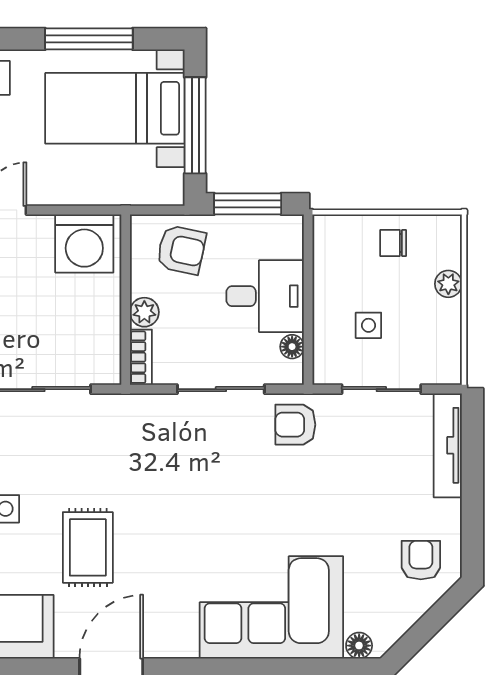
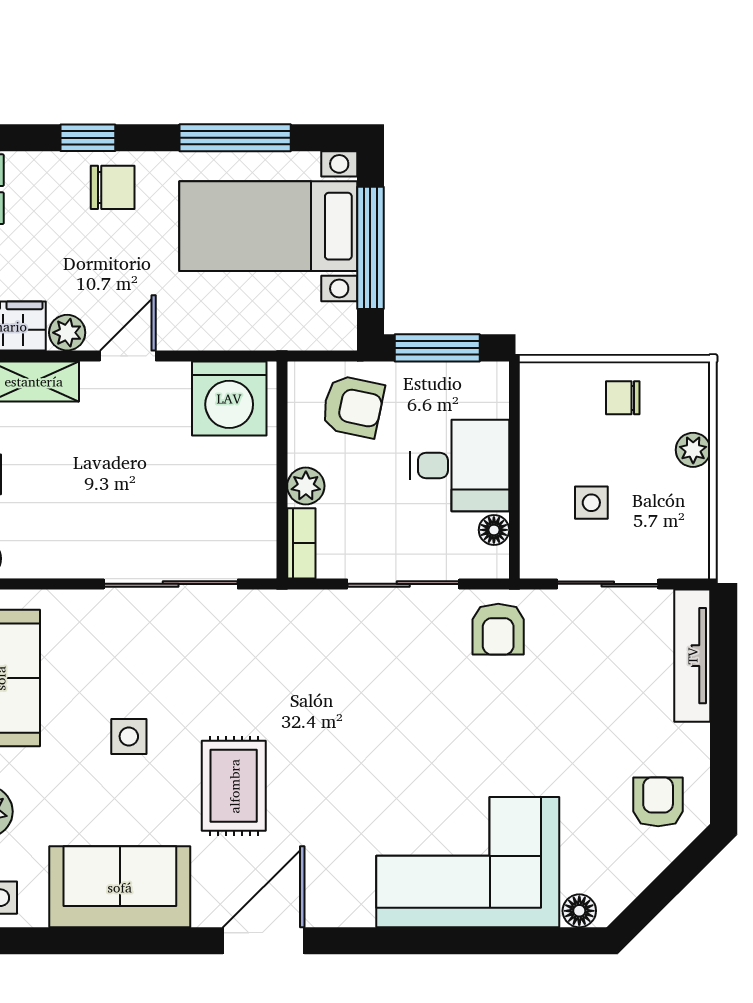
armchair: (295, 425) -> (498, 629), turned -90

